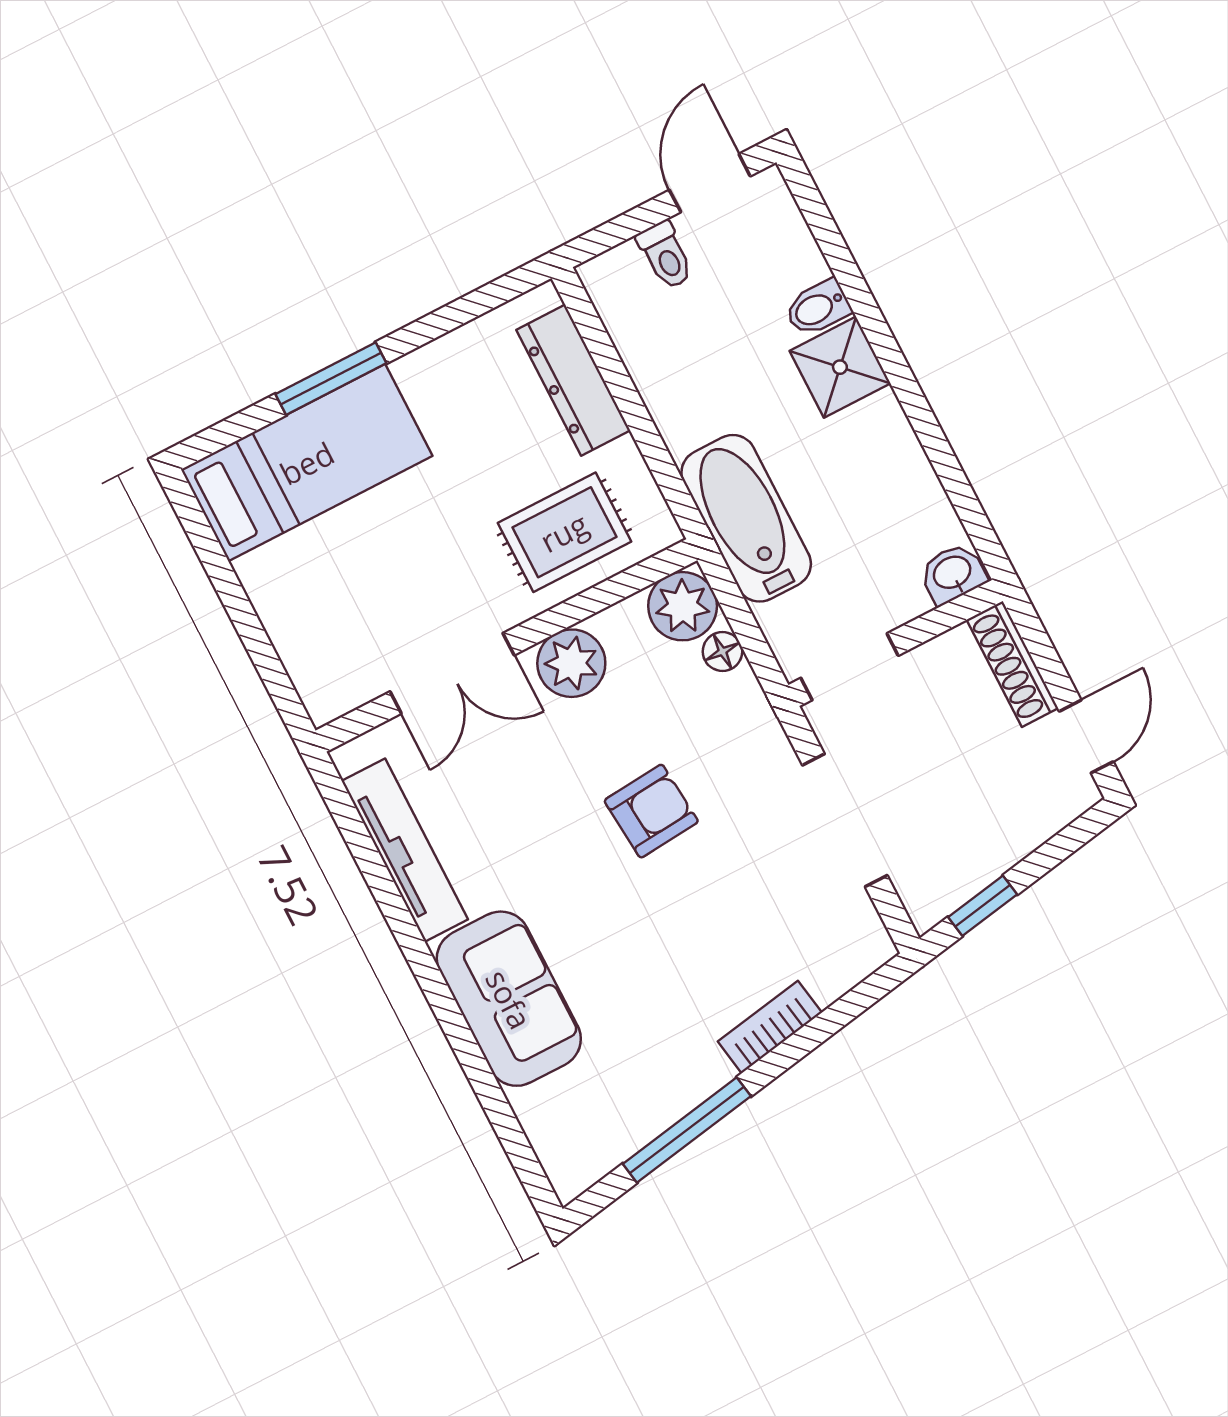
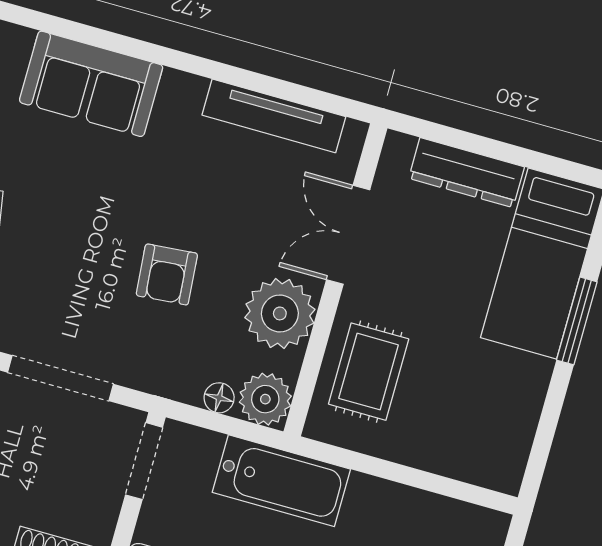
dresser: (573, 380) -> (466, 173), moved, turned 180
plant: (571, 663) -> (280, 313), width x1.36, depth x1.36
sofa: (509, 999) -> (91, 84), moved

